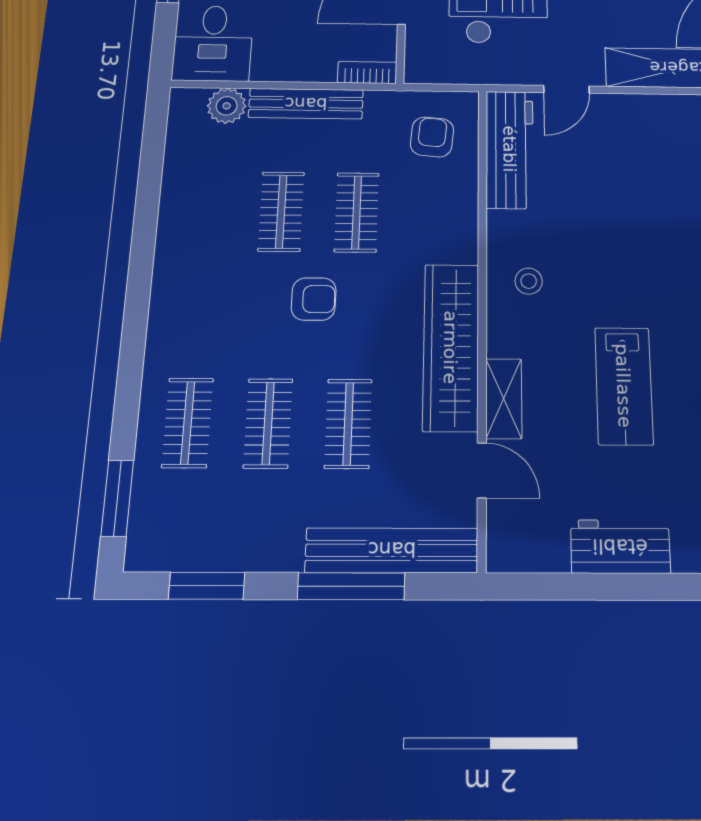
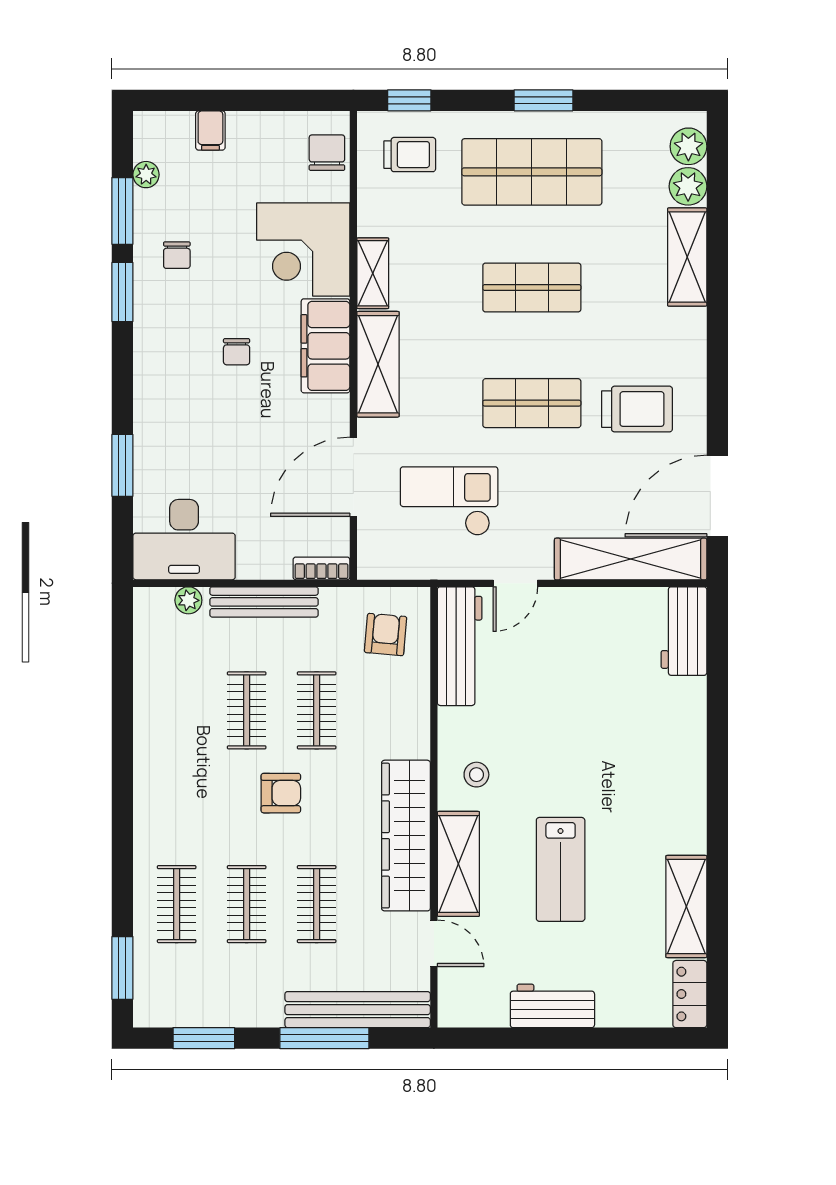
desk: (213, 43) -> (184, 540), width x1.37
plant: (227, 106) -> (188, 600), width x0.73, depth x0.73
shelving: (504, 399) -> (458, 864), width x1.50, depth x1.33

